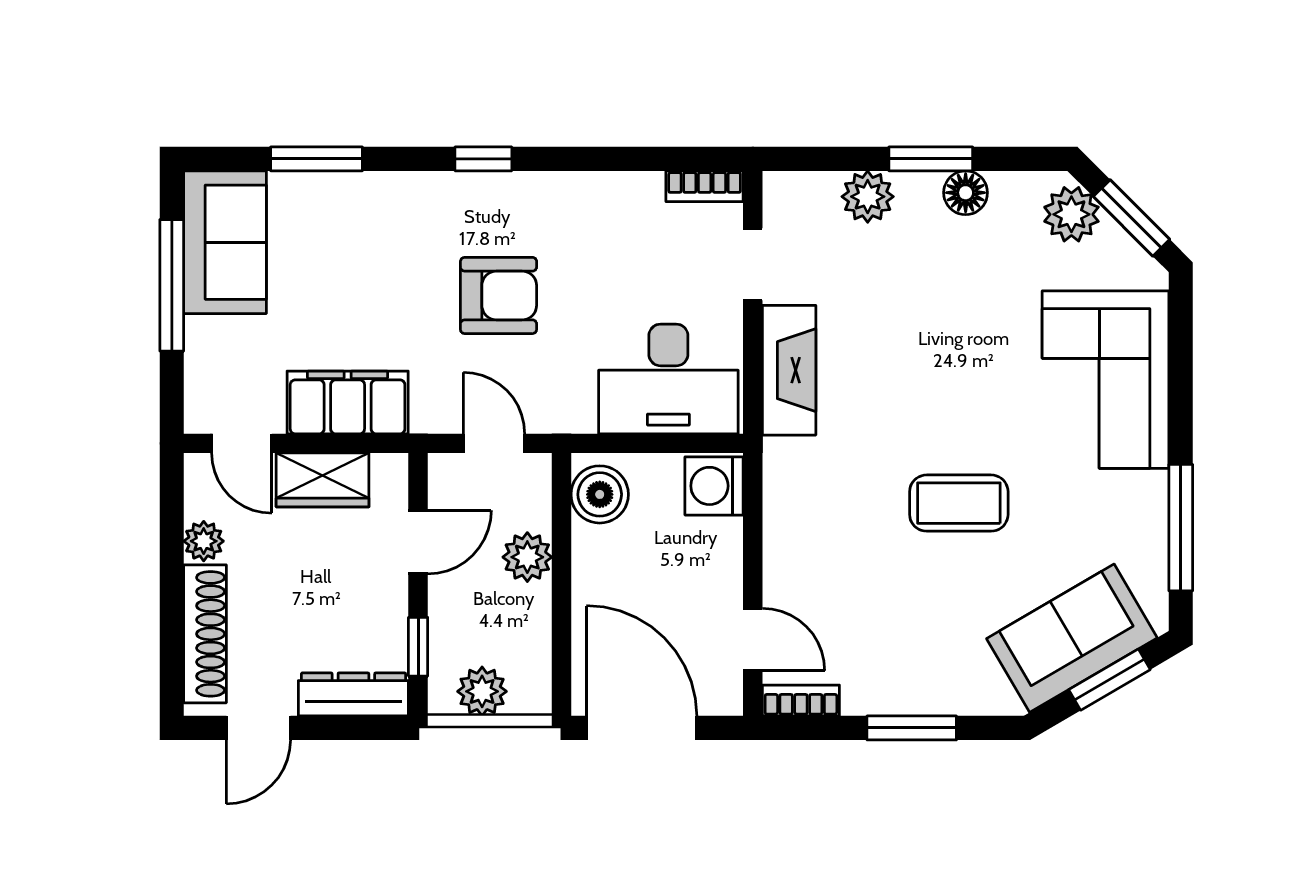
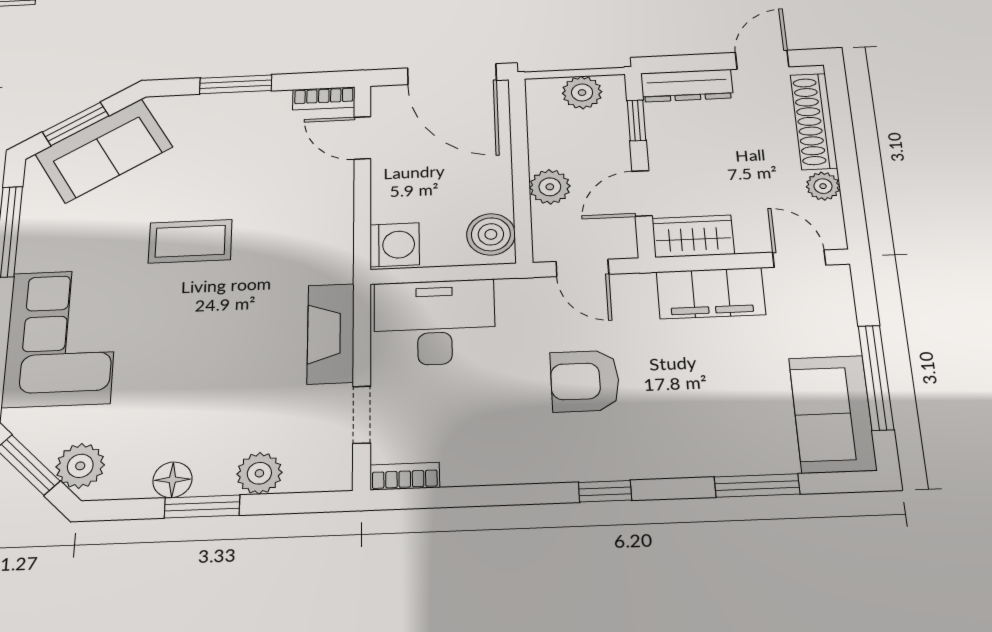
wardrobe: (323, 480) -> (693, 236), moved

